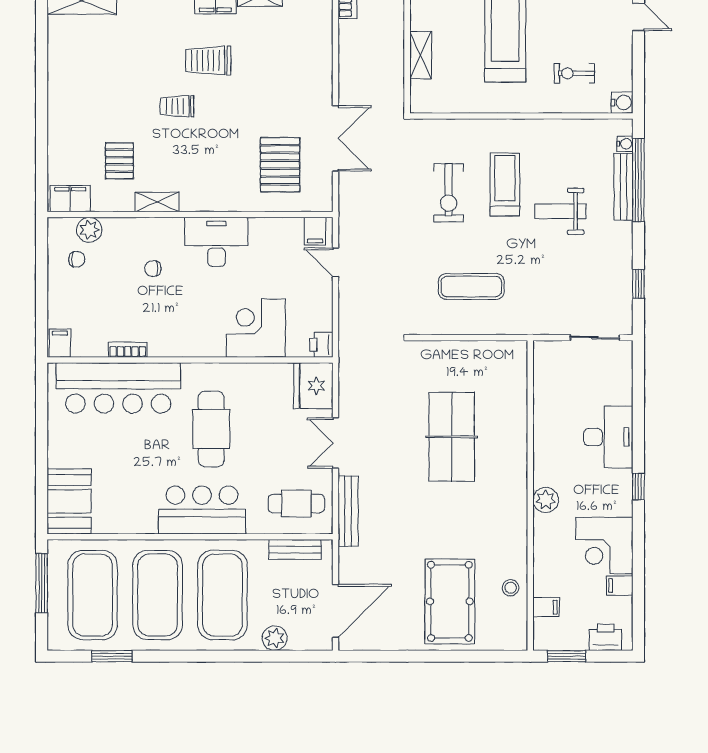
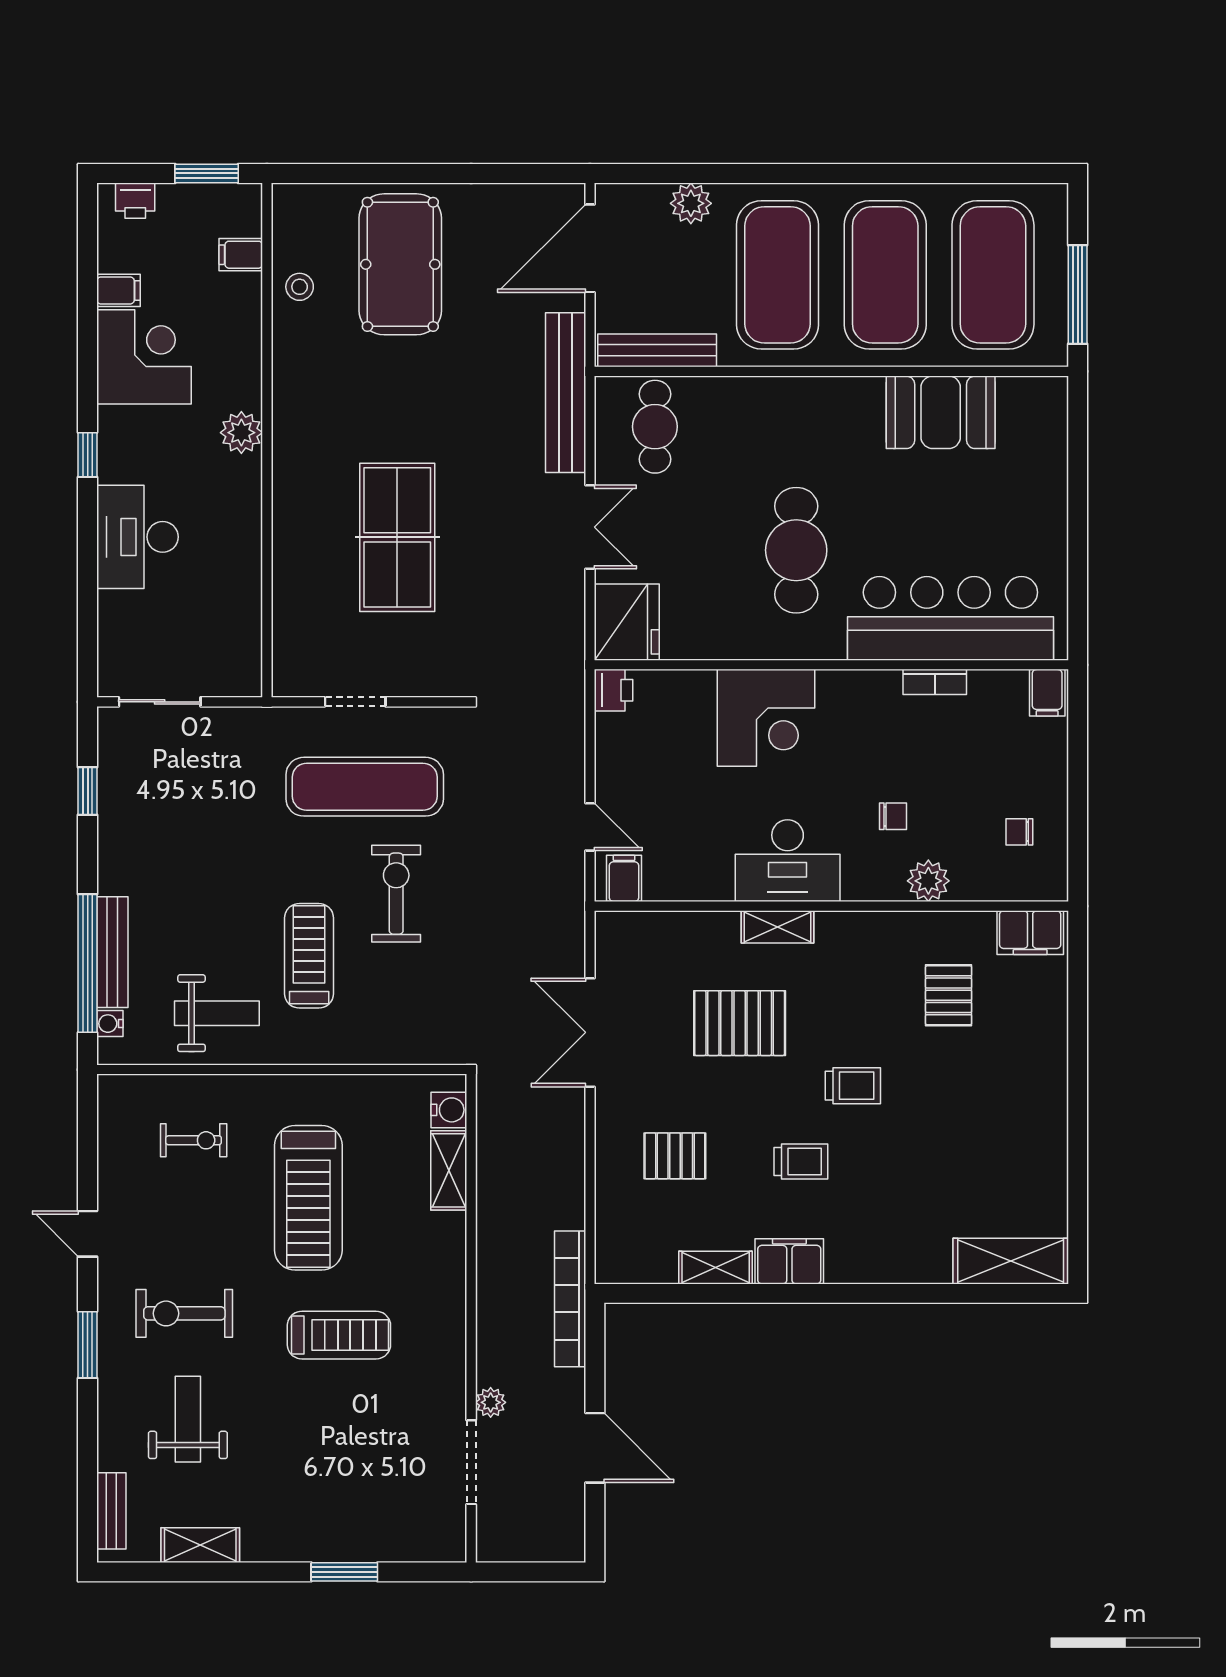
trolley: (208, 61) -> (801, 1161), width x0.73, depth x0.72
pallet: (284, 64) -> (675, 1156), added
water cooler: (622, 103) -> (449, 1110), moved, turned 180
pallet: (280, 165) -> (740, 1023), moved, turned 90
treadmill: (505, 185) -> (309, 956), turned 180
exercise bike: (449, 193) -> (396, 894), moved
shelving: (157, 202) -> (778, 927), moved
weight bench: (560, 211) -> (217, 1013), moved
plant: (89, 230) -> (928, 881), moved
exercise mat: (471, 286) -> (365, 787), width x1.36, depth x1.45
corner desk: (256, 328) -> (766, 718), moved
doorway: (477, 338) -> (355, 702), added
booth: (69, 501) -> (941, 412), moved, turned 90
cafe table: (296, 503) -> (655, 427), turned 90
bar counter: (202, 510) -> (811, 416), removed
bench: (348, 511) -> (566, 393), width x1.37, depth x1.21
bench: (295, 549) -> (657, 350), width x1.36
printer: (605, 637) -> (135, 201), width x0.73, depth x0.81
window: (112, 656) -> (961, 173), removed

